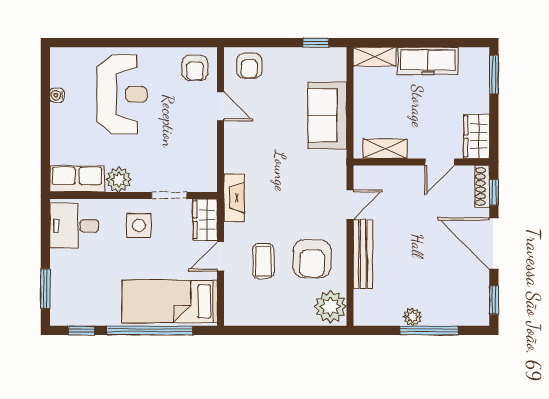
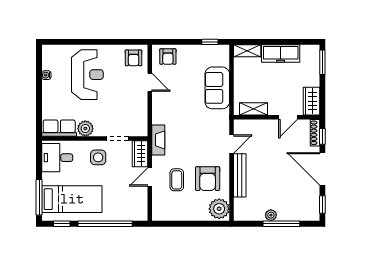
window: (45, 288) -> (39, 197), width x1.44
bed: (170, 301) -> (72, 199), moved, turned 180

